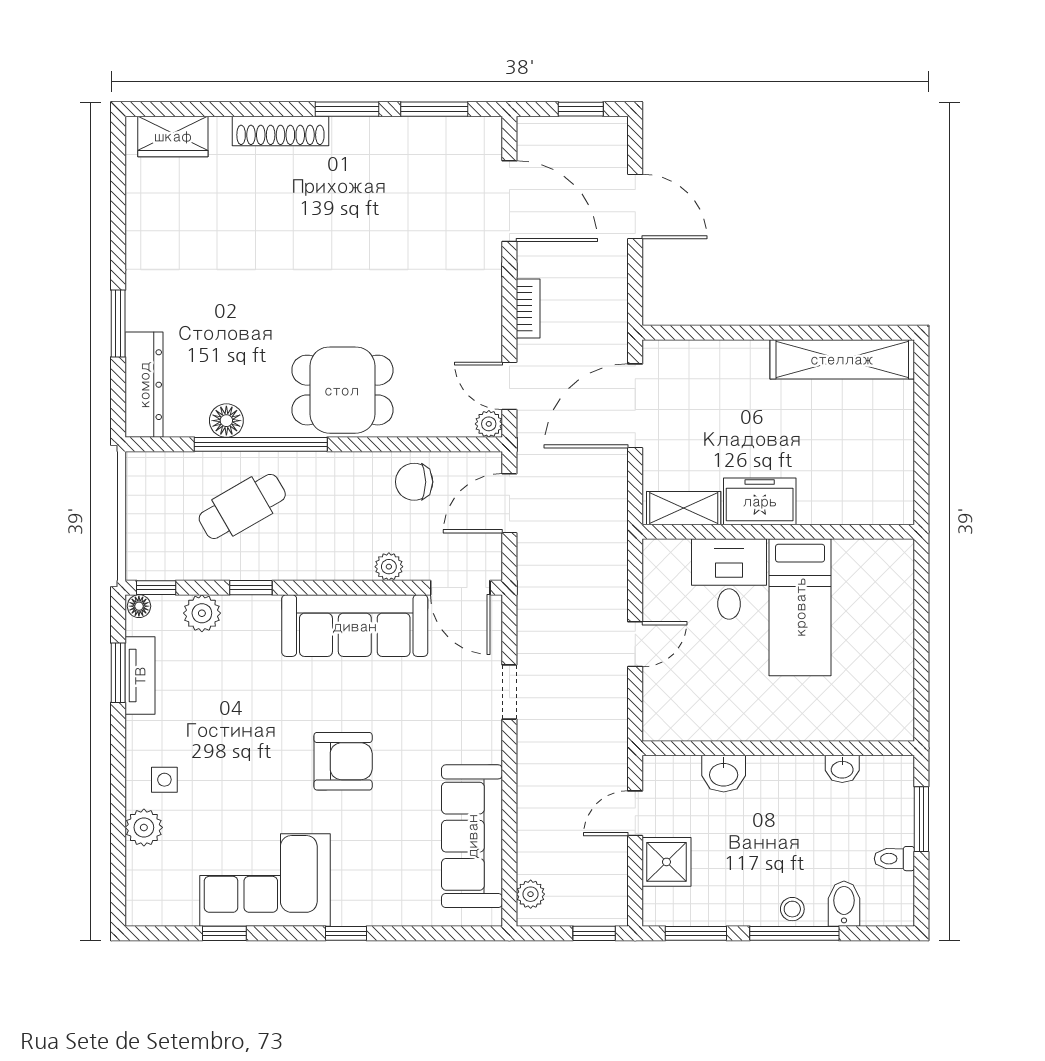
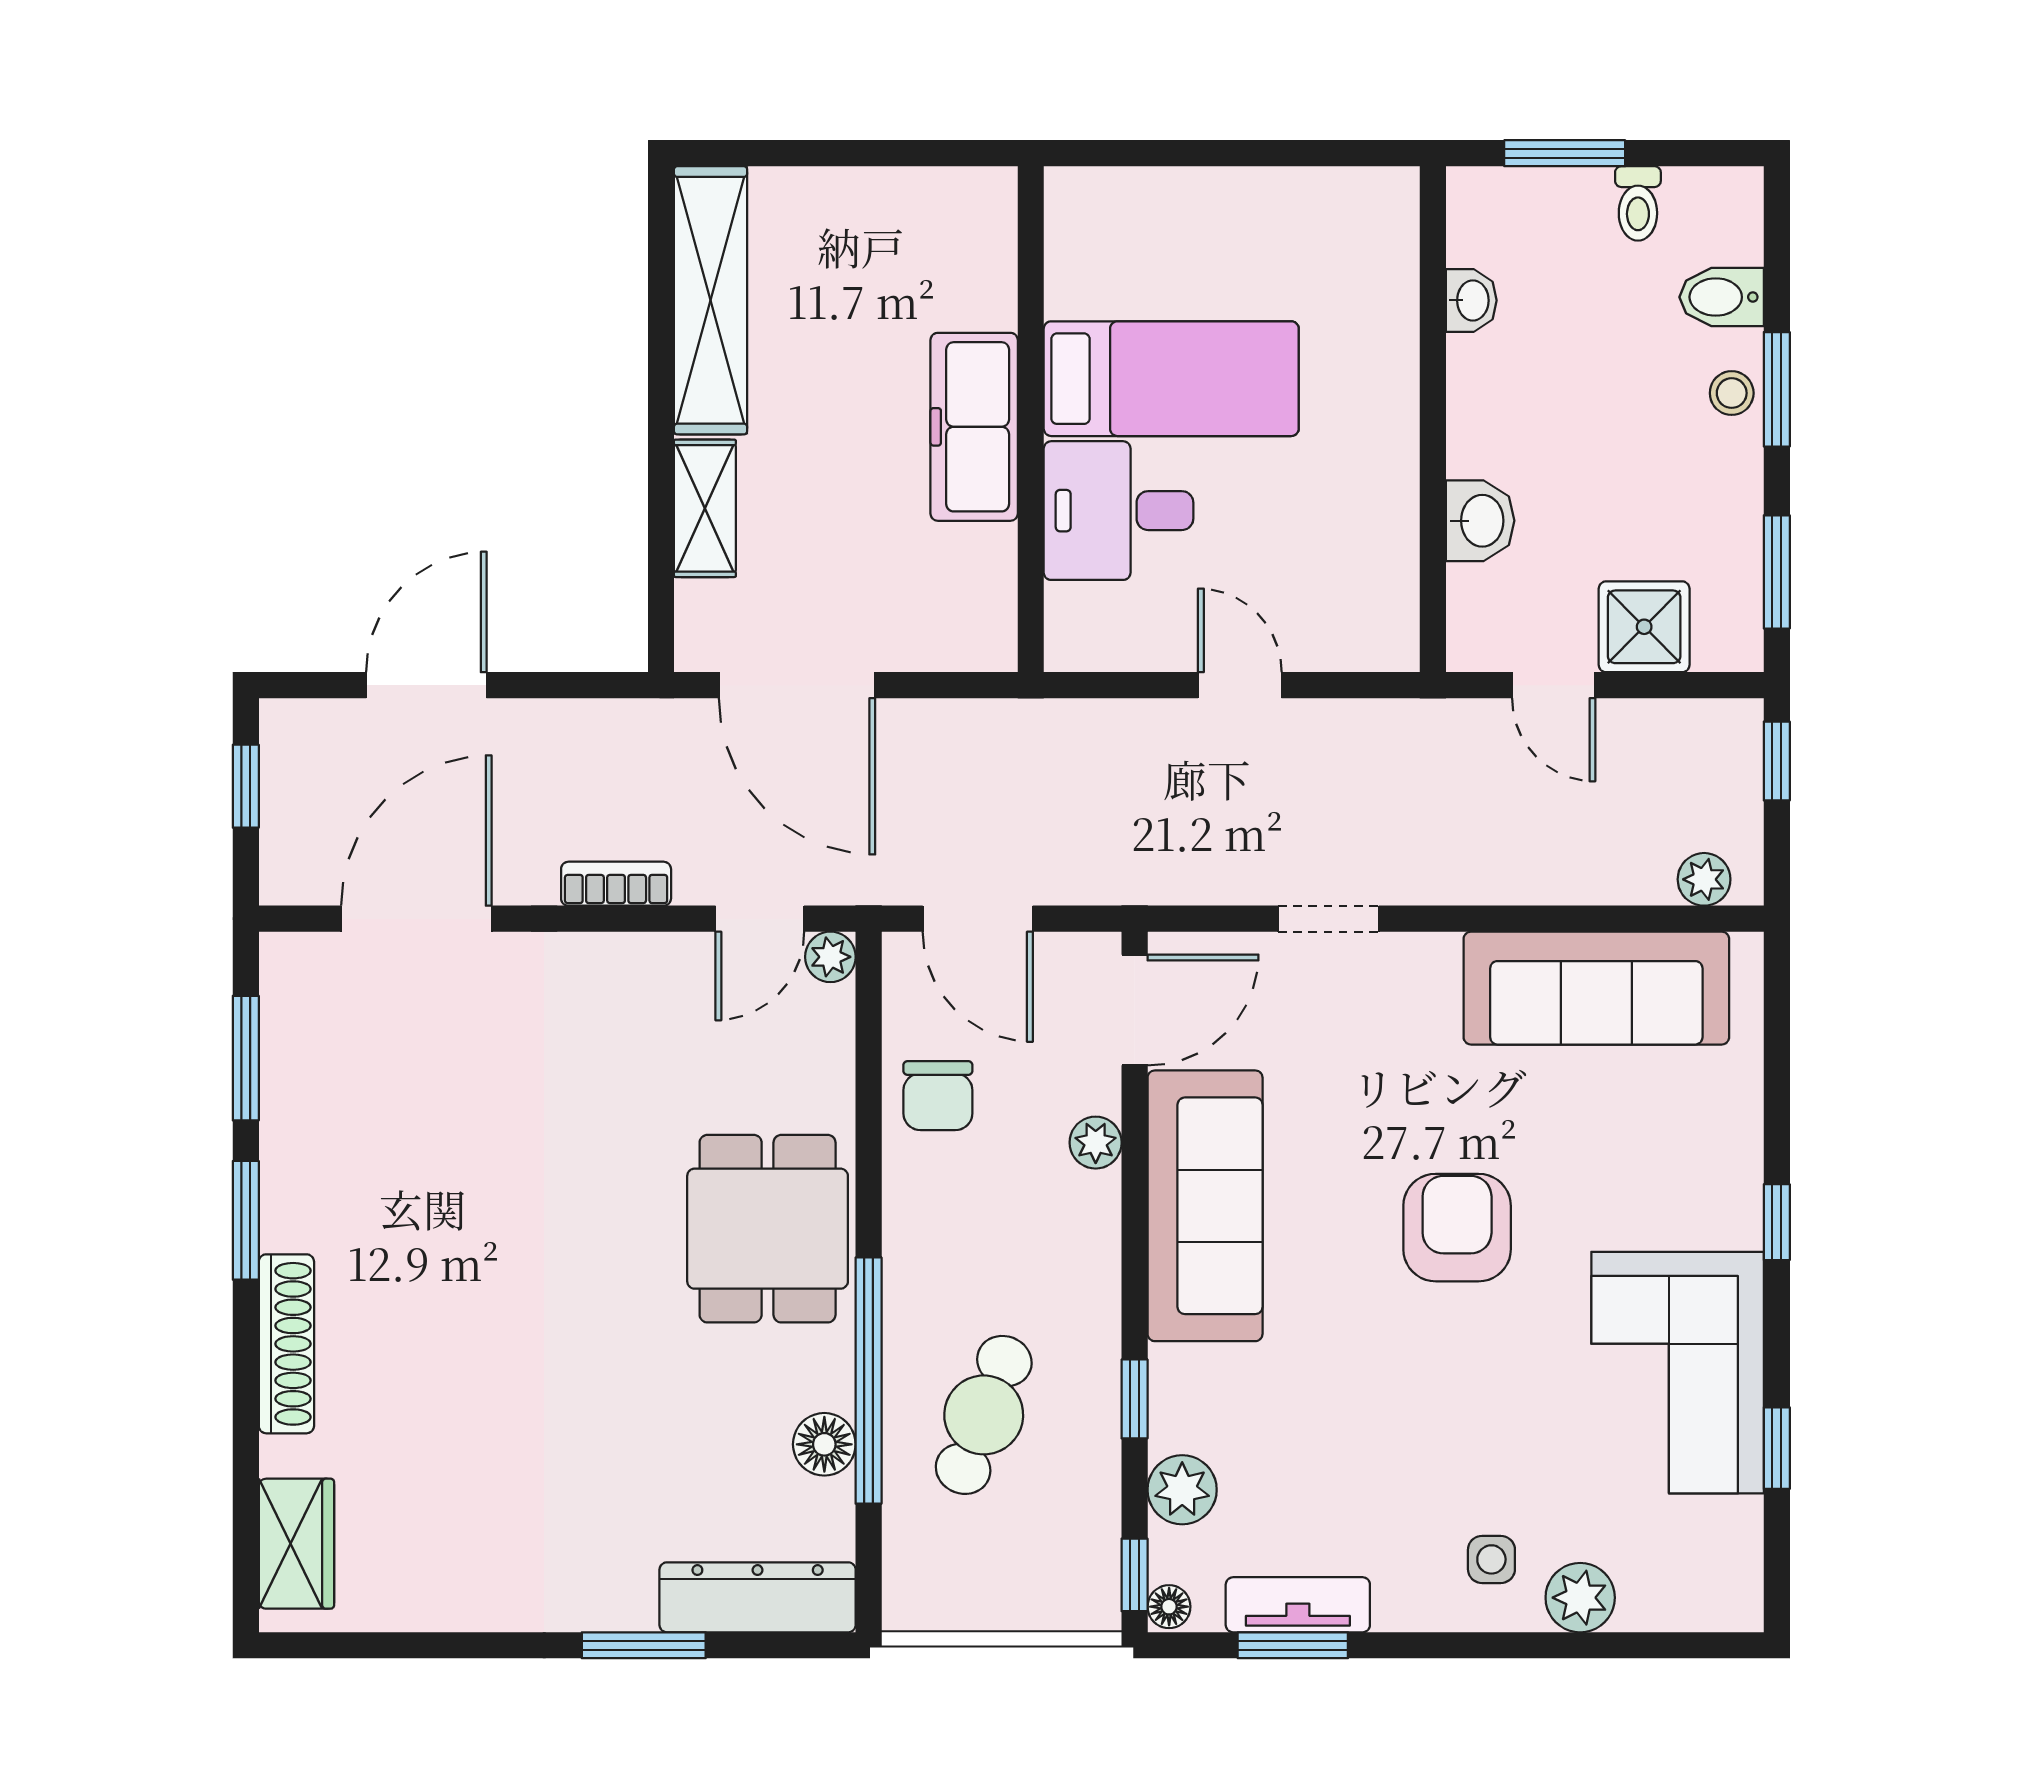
freezer: (760, 501) -> (974, 427), width x1.40
cafe table: (242, 506) -> (984, 1415), turned 51
shelving: (684, 508) -> (705, 508), moved
window: (794, 933) -> (1777, 389), width x0.69

